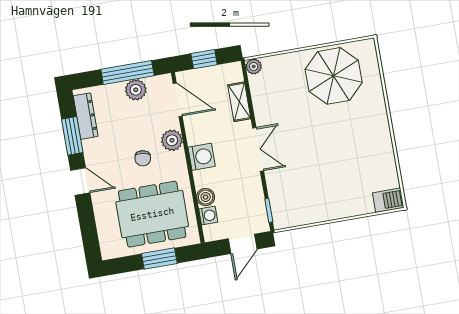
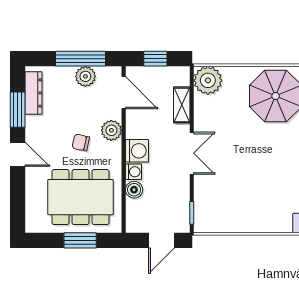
plant: (254, 66) -> (208, 80), width x1.88, depth x1.88
chair: (143, 158) -> (81, 143), turned 94
washing machine: (208, 216) -> (134, 172), moved

